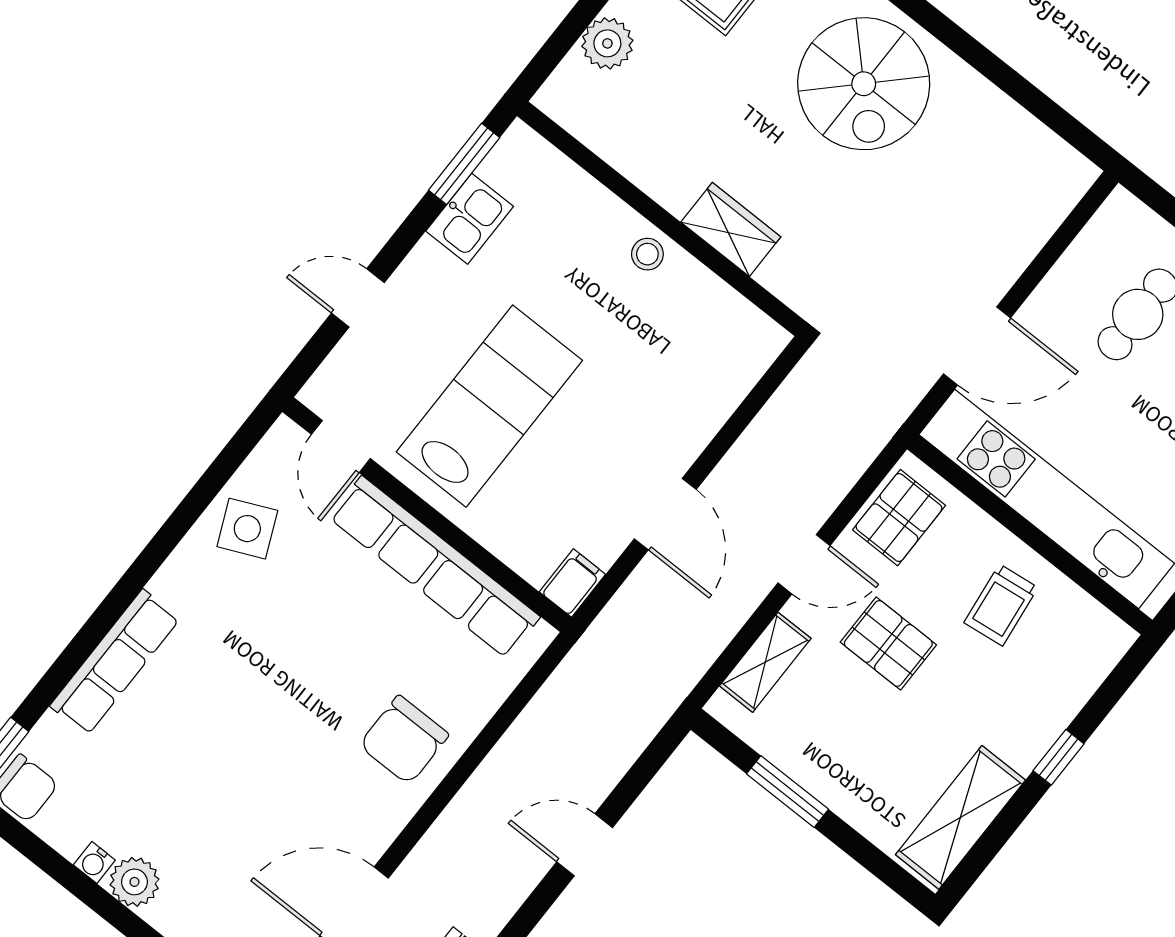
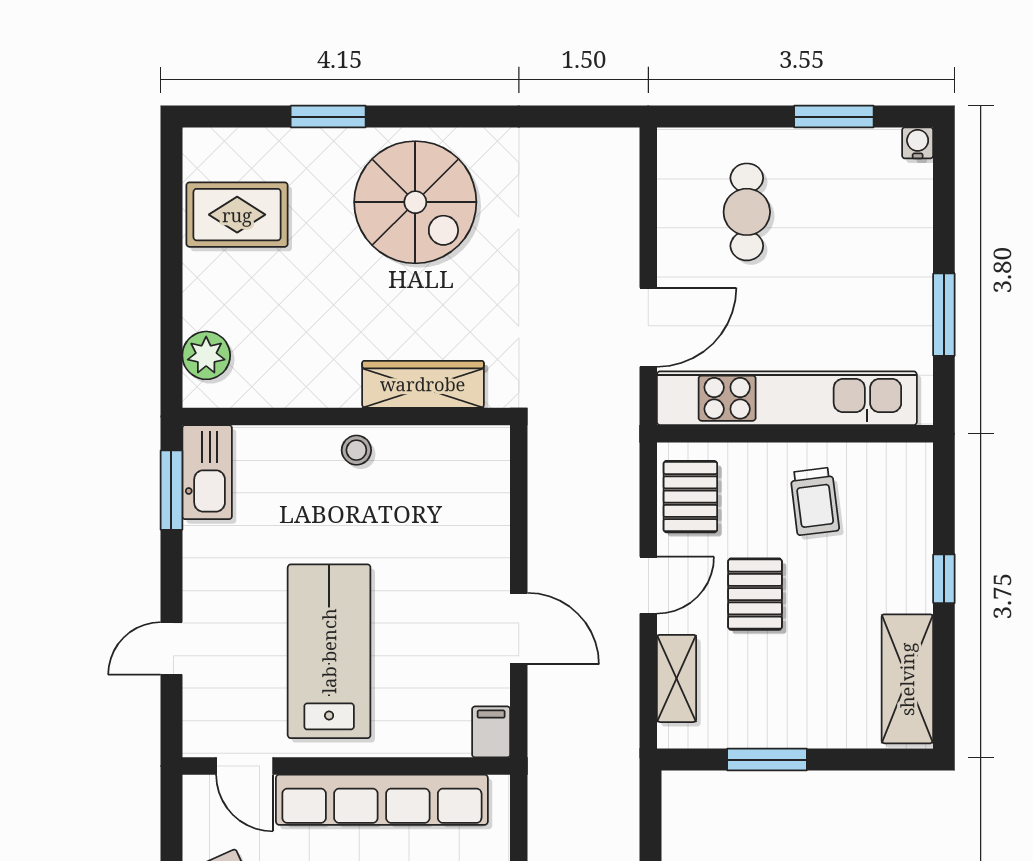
plant: (607, 43) -> (206, 355), moved
kitchen sink: (470, 219) -> (207, 472), moved, width x1.38
wardrobe: (731, 229) -> (423, 384), width x1.50
pallet: (888, 643) -> (755, 594), turned 90

